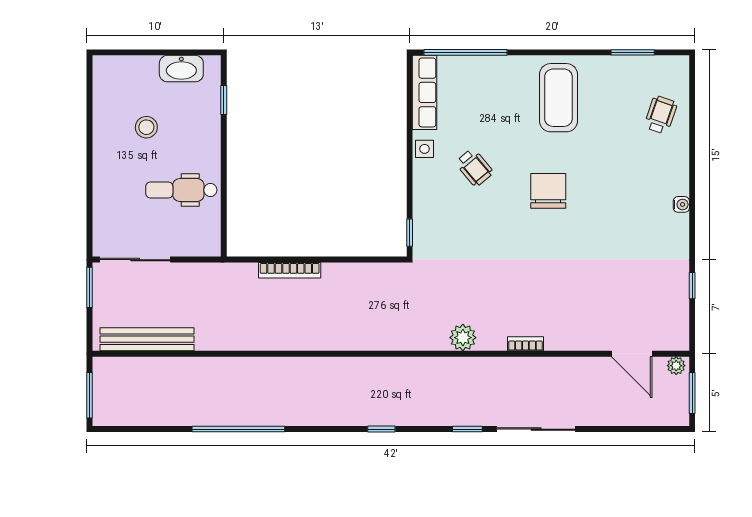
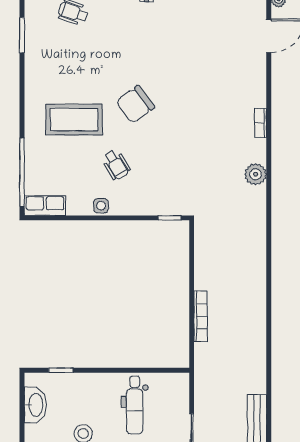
row of seats: (425, 92) -> (45, 206), width x0.68
coffee table: (558, 98) -> (74, 120), moved
wheelchair: (474, 167) -> (116, 165), turned 99
chair: (548, 191) -> (135, 104), turned -36

